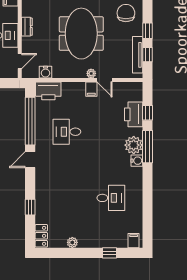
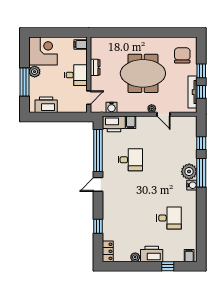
meeting table: (81, 34) -> (143, 73), turned 90
filing cabinet: (91, 89) -> (131, 122), moved
printer: (134, 114) -> (152, 254), moved, turned 90
desk: (67, 132) -> (130, 160), turned 180

